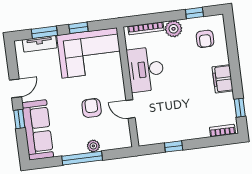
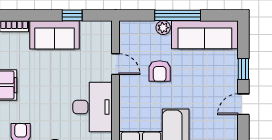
sofa: (187, 128) -> (54, 35), added
sofa: (38, 130) -> (205, 35), moved, turned -90

